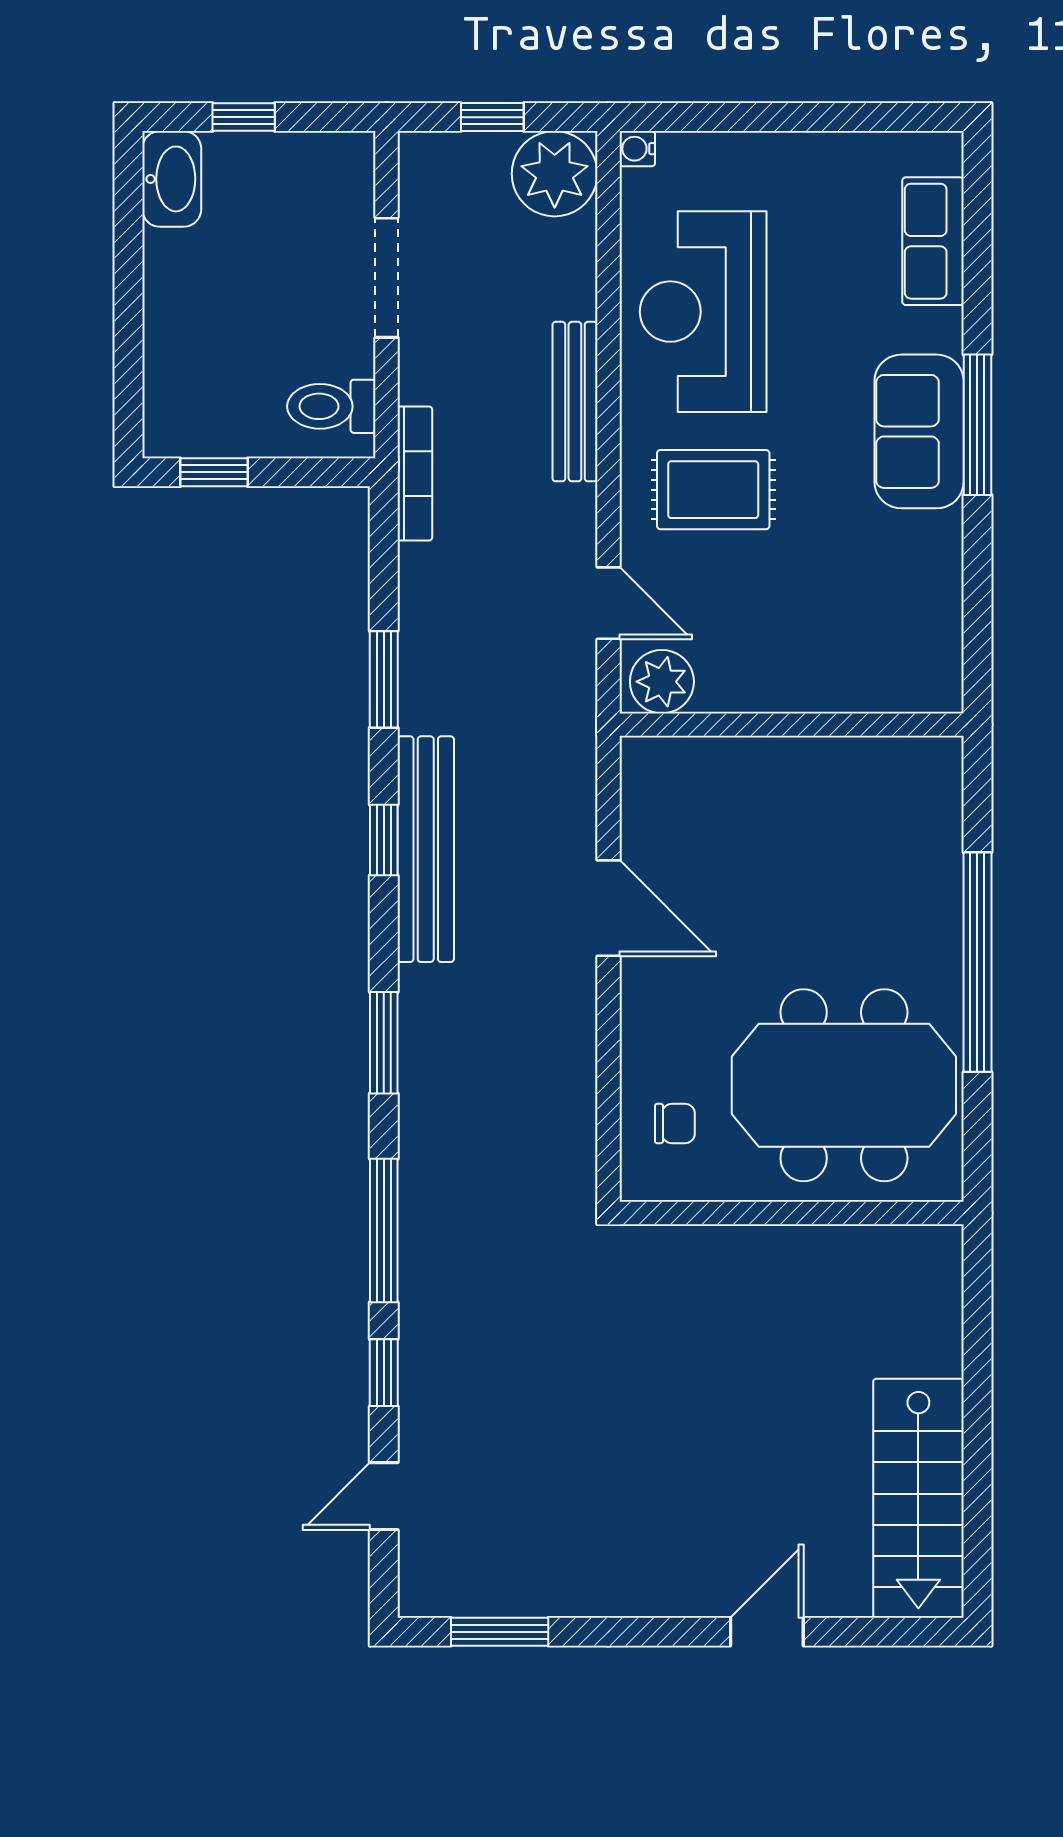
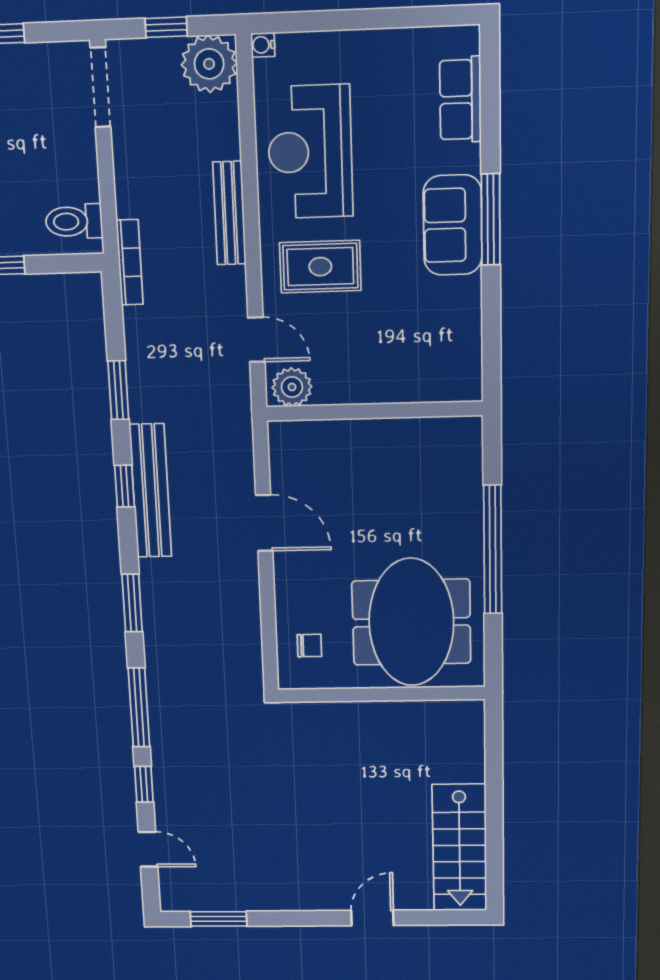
doorway: (387, 278) -> (100, 87), moved
meeting table: (844, 1085) -> (411, 622), turned 90
door: (384, 1496) -> (148, 849), swing flipped

